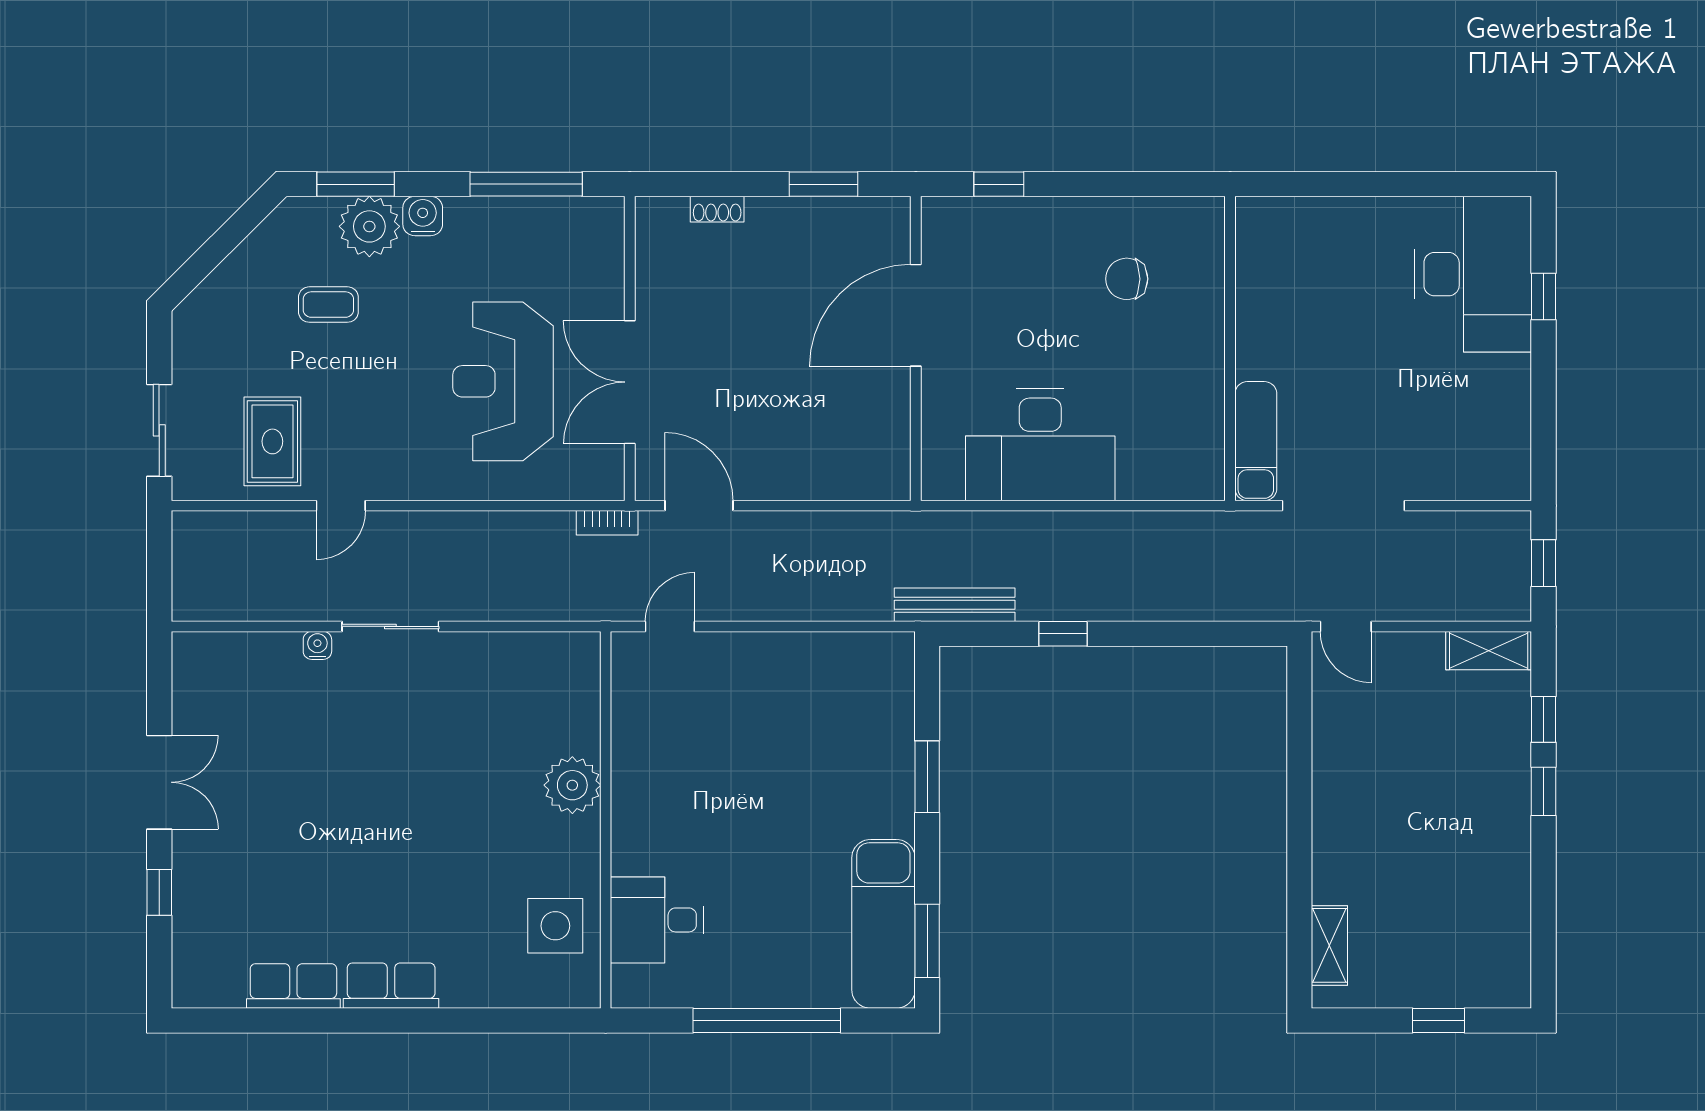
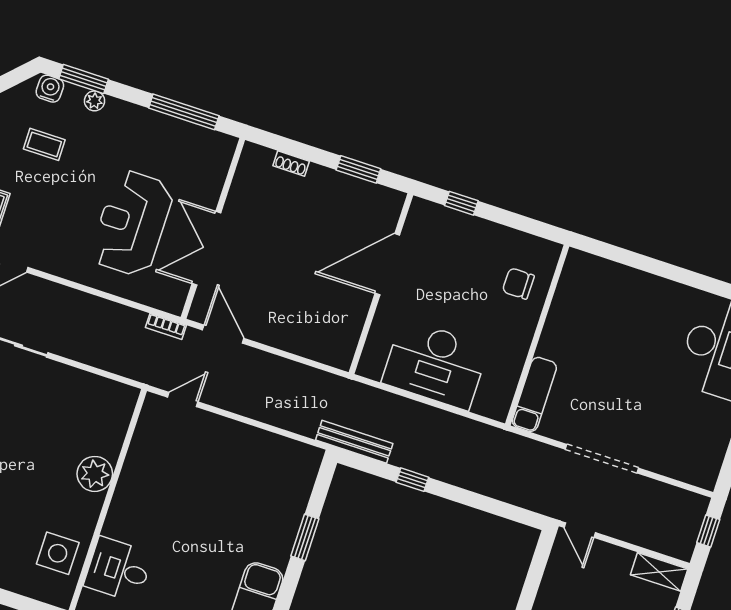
water cooler: (423, 216) -> (50, 89), moved
plant: (369, 226) -> (94, 101), width x0.53, depth x0.53
wall: (1230, 348) -> (537, 335), moved
exam couch: (1256, 441) -> (534, 394), moved

